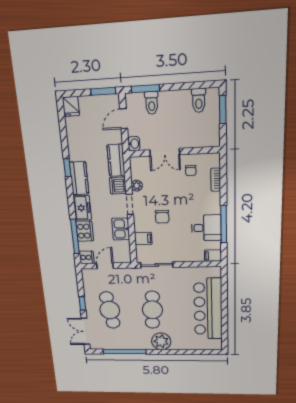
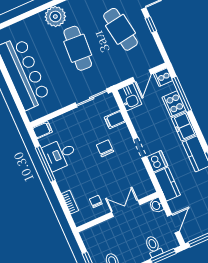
plant: (137, 186) -> (140, 168), removed
kitchen sink: (121, 229) -> (129, 97), moved

